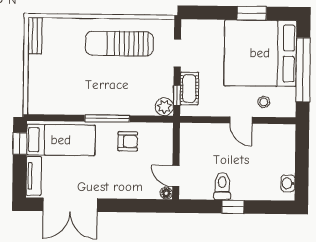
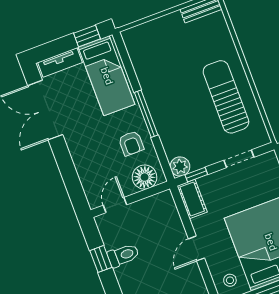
cot: (189, 89) -> (192, 199), moved, turned 90
stool: (264, 102) -> (230, 280), moved
floor lamp: (166, 193) -> (145, 177), moved, width x1.89, depth x1.89
window: (233, 207) -> (101, 259), moved

